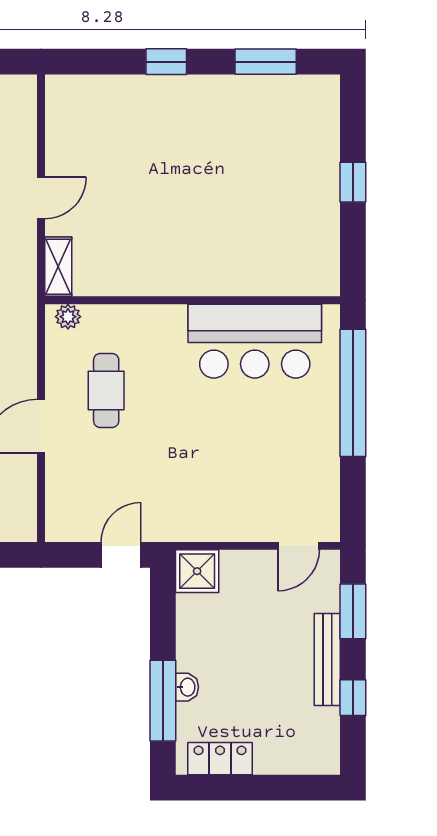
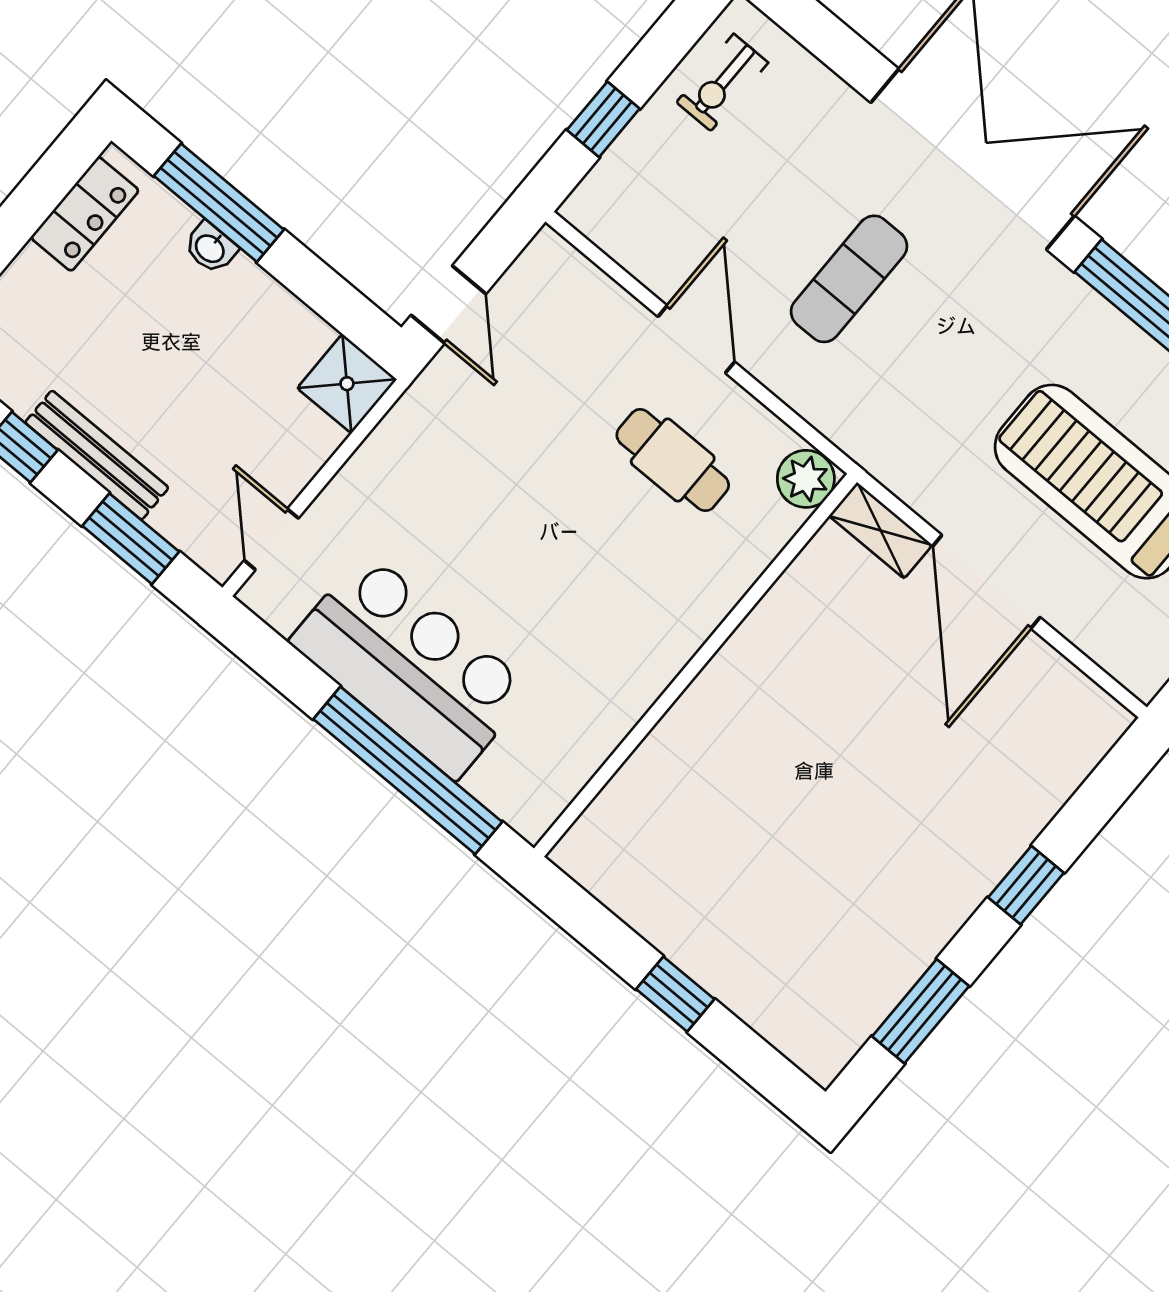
door: (41, 198) -> (986, 582), width x1.87
plant: (68, 317) -> (806, 479), width x1.38, depth x1.38
bar counter: (255, 341) -> (411, 665), moved, turned 90

